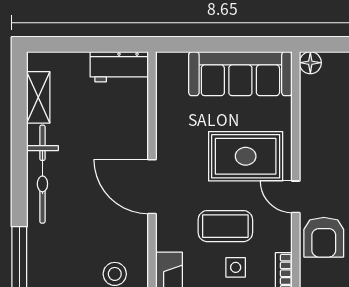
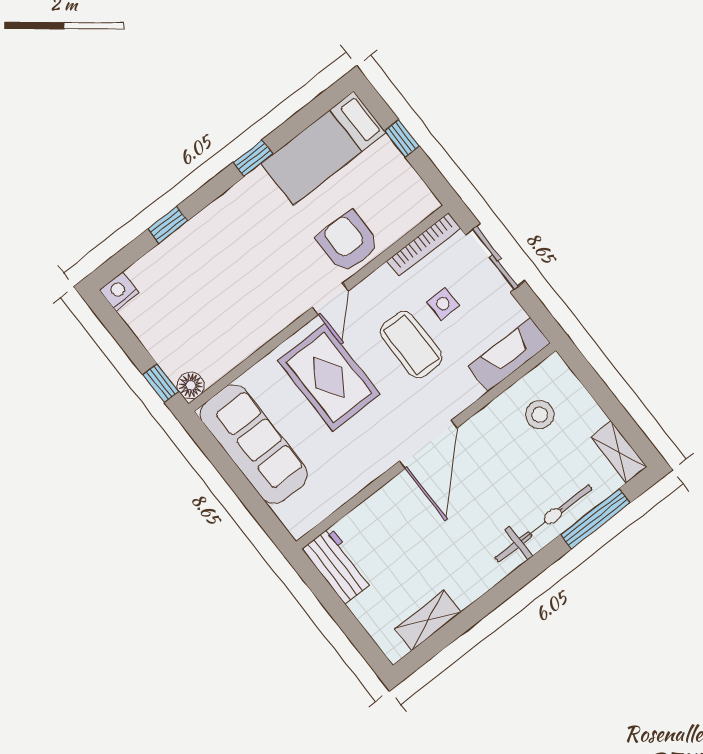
window: (327, 44) -> (161, 383), added
bicycle: (42, 174) -> (543, 523), moved
armchair: (324, 237) -> (348, 242), turned -90

